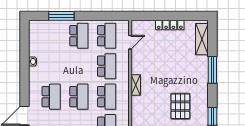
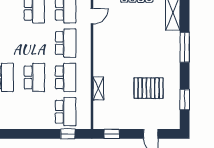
shelving: (136, 85) -> (98, 88), moved
pallet: (180, 106) -> (149, 88), turned 90

